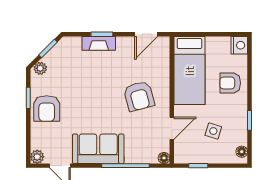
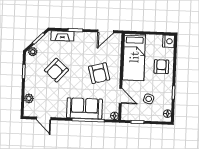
fireplace: (99, 43) -> (62, 36), moved
armchair: (230, 83) -> (161, 67), turned 90
armchair: (47, 108) -> (56, 70), moved, turned 42
door: (172, 128) -> (120, 96), hinge flipped
sofa: (98, 149) -> (84, 108), moved
plant: (37, 157) -> (29, 98), moved

